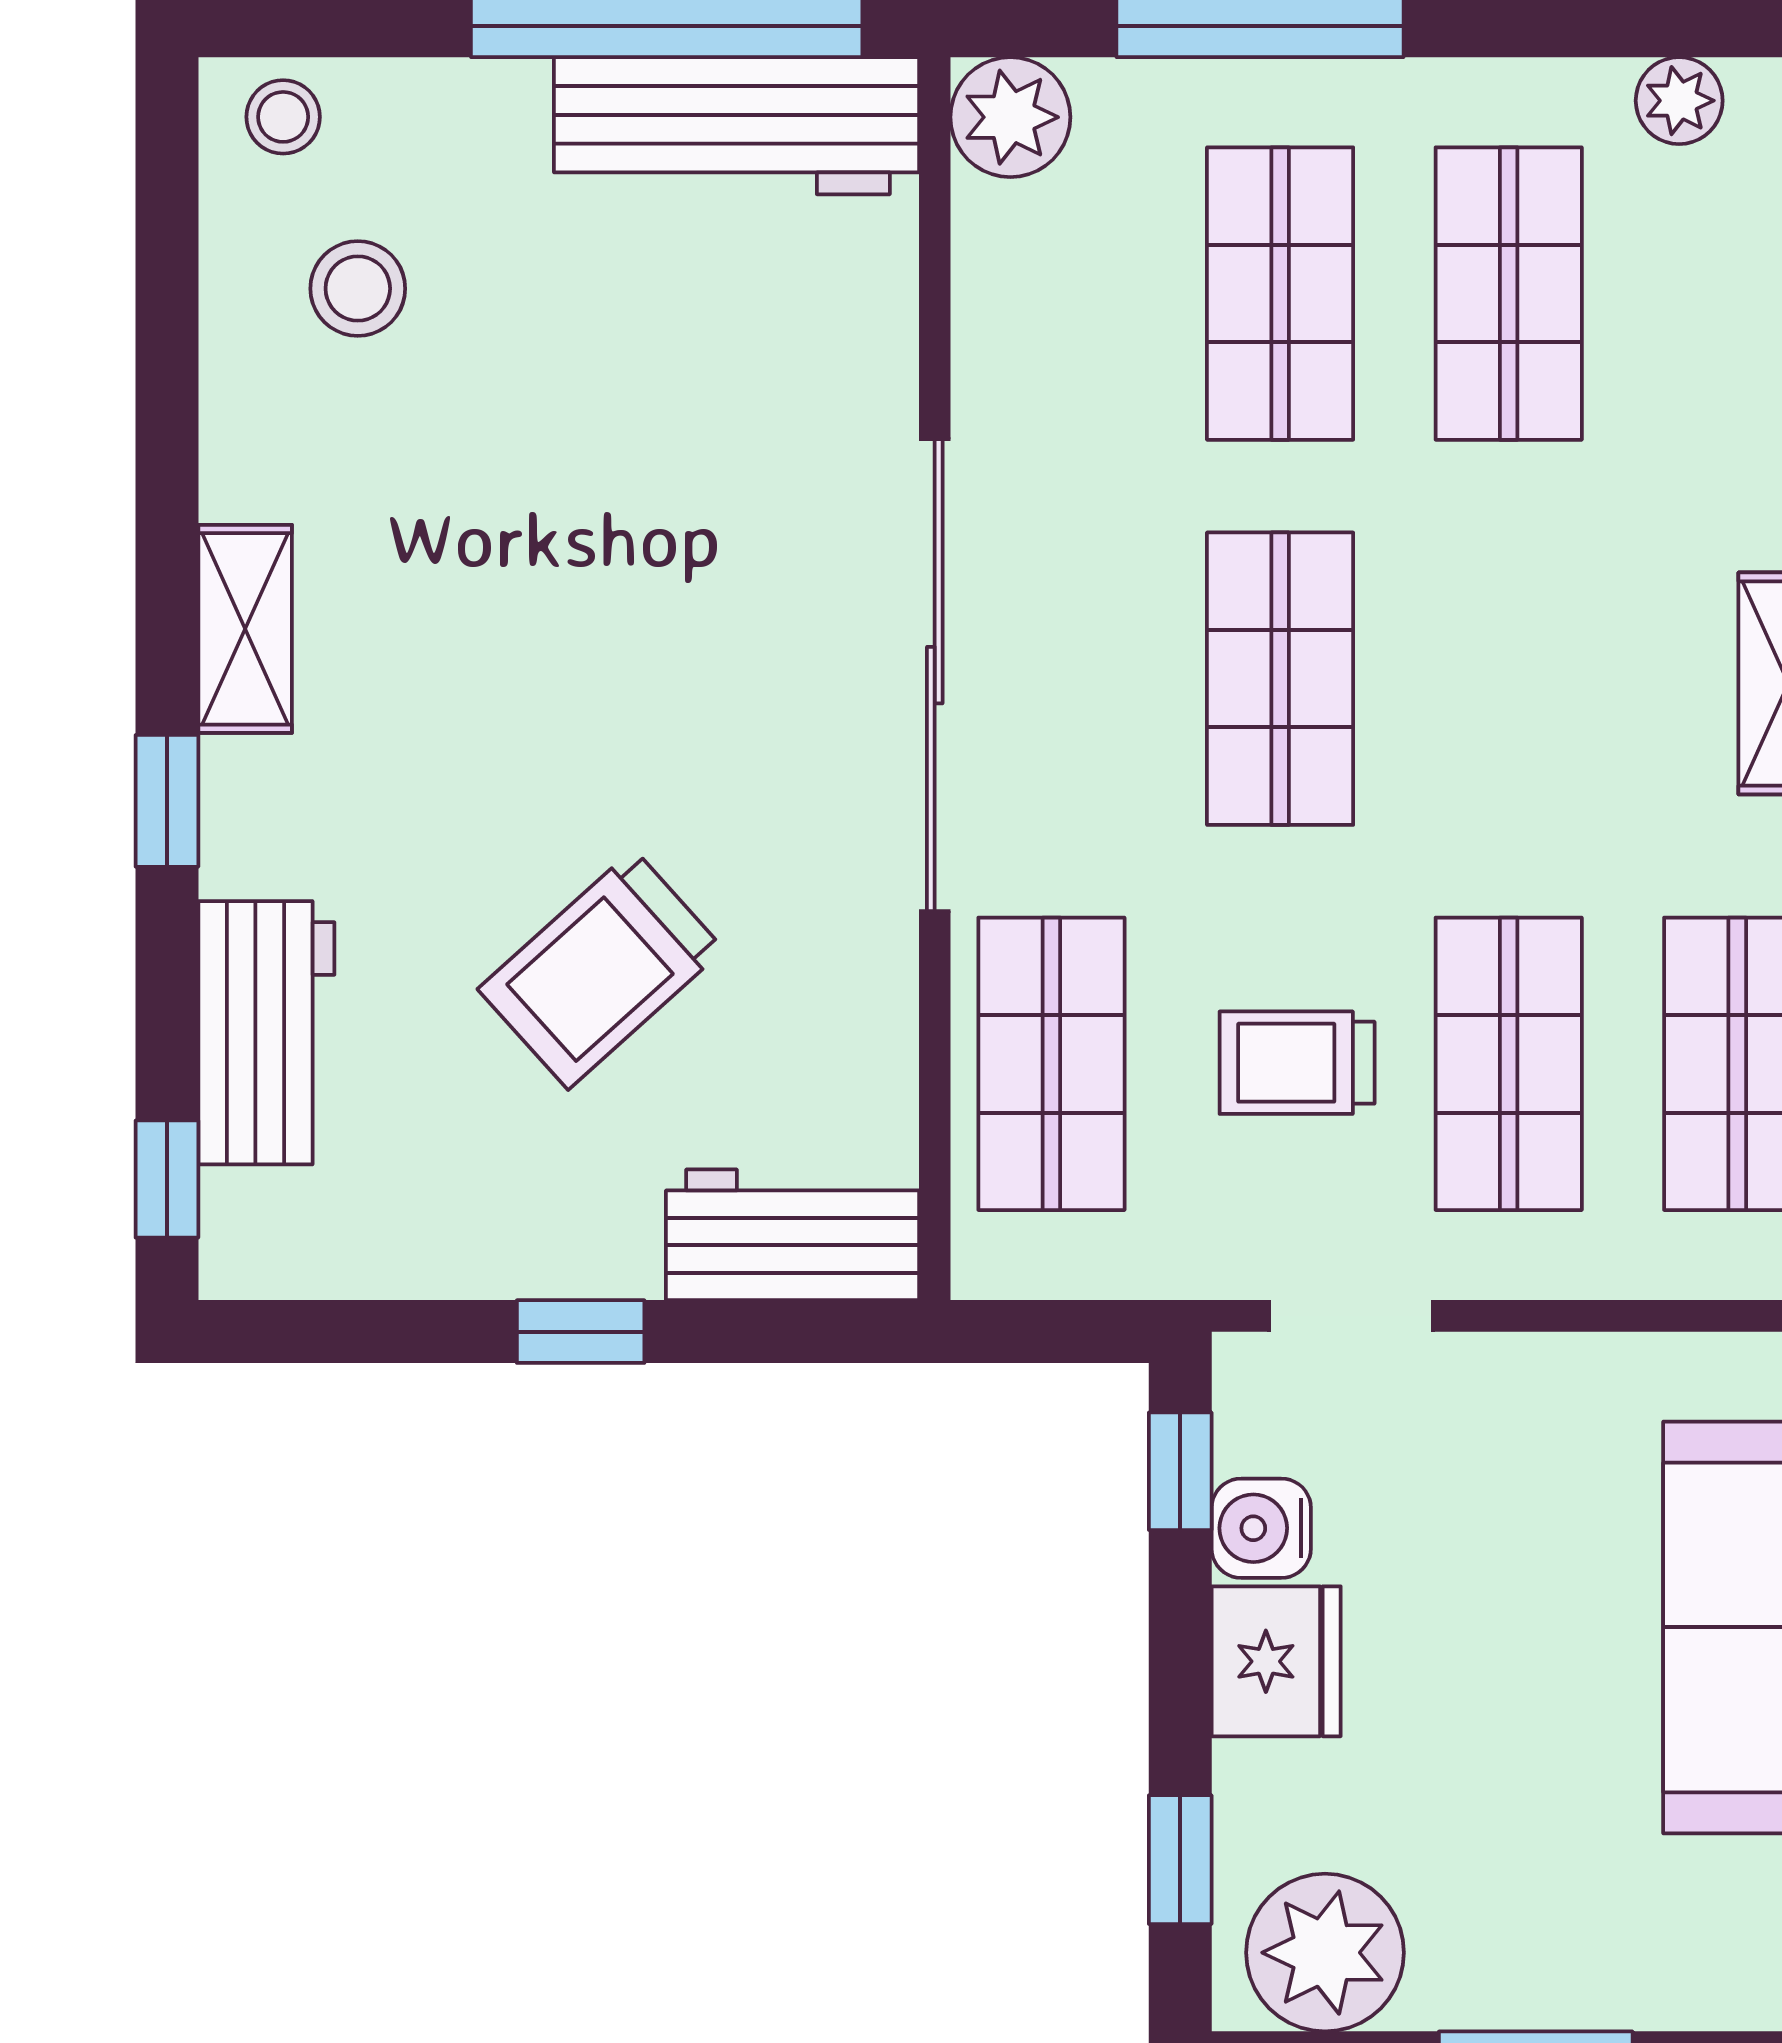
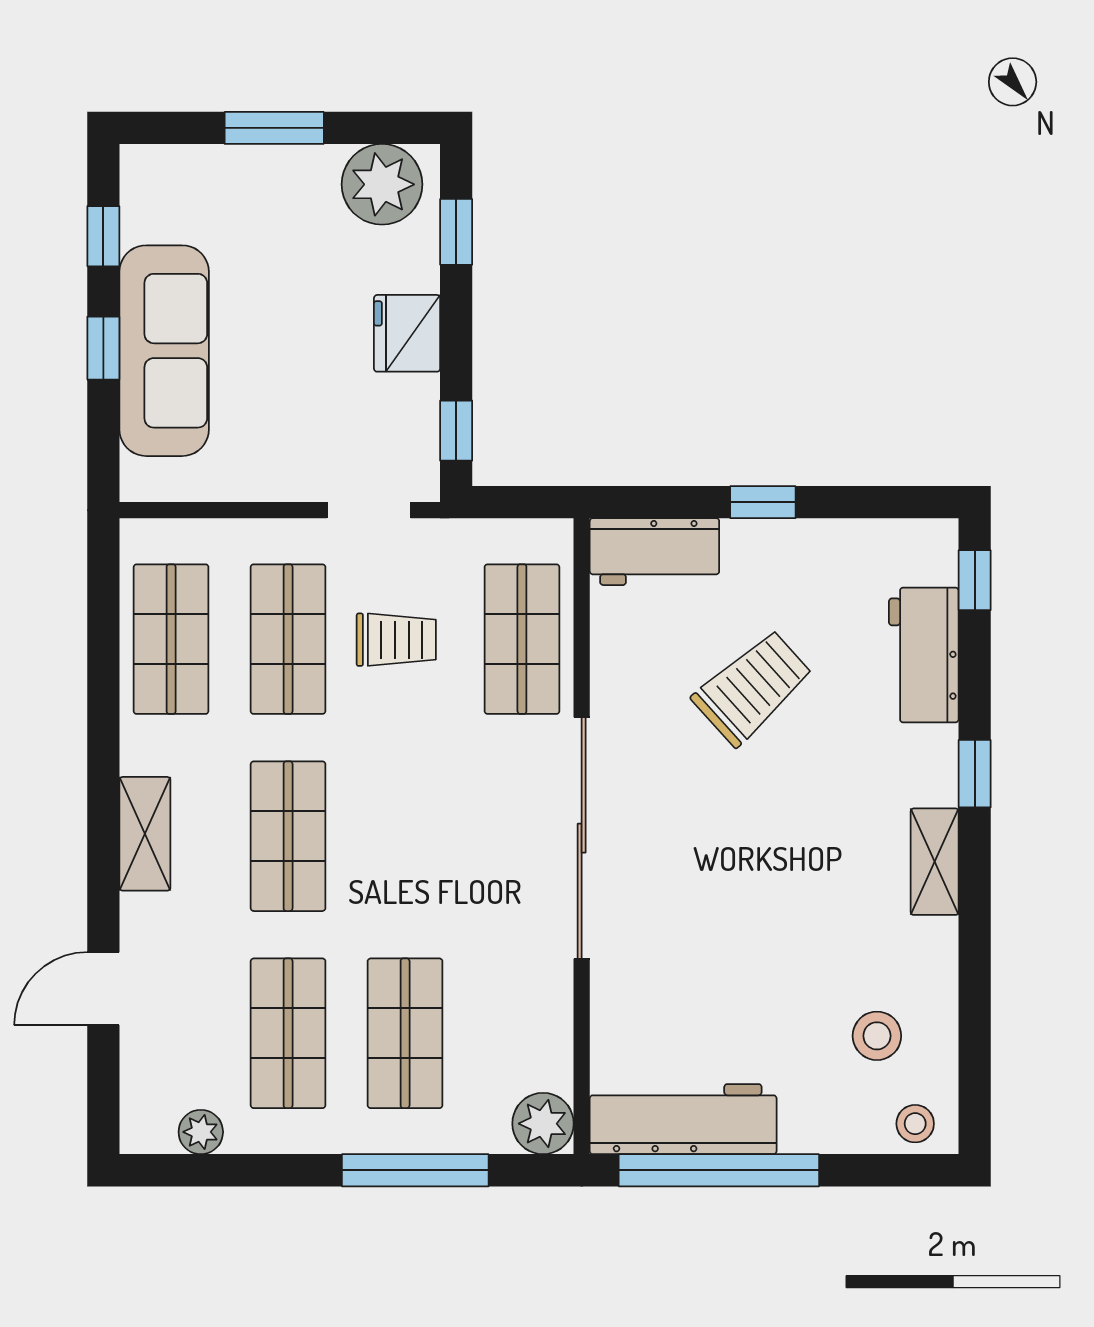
shop shelf: (1280, 679) -> (288, 836), moved
water cooler: (1261, 1528) -> (415, 401), removed

